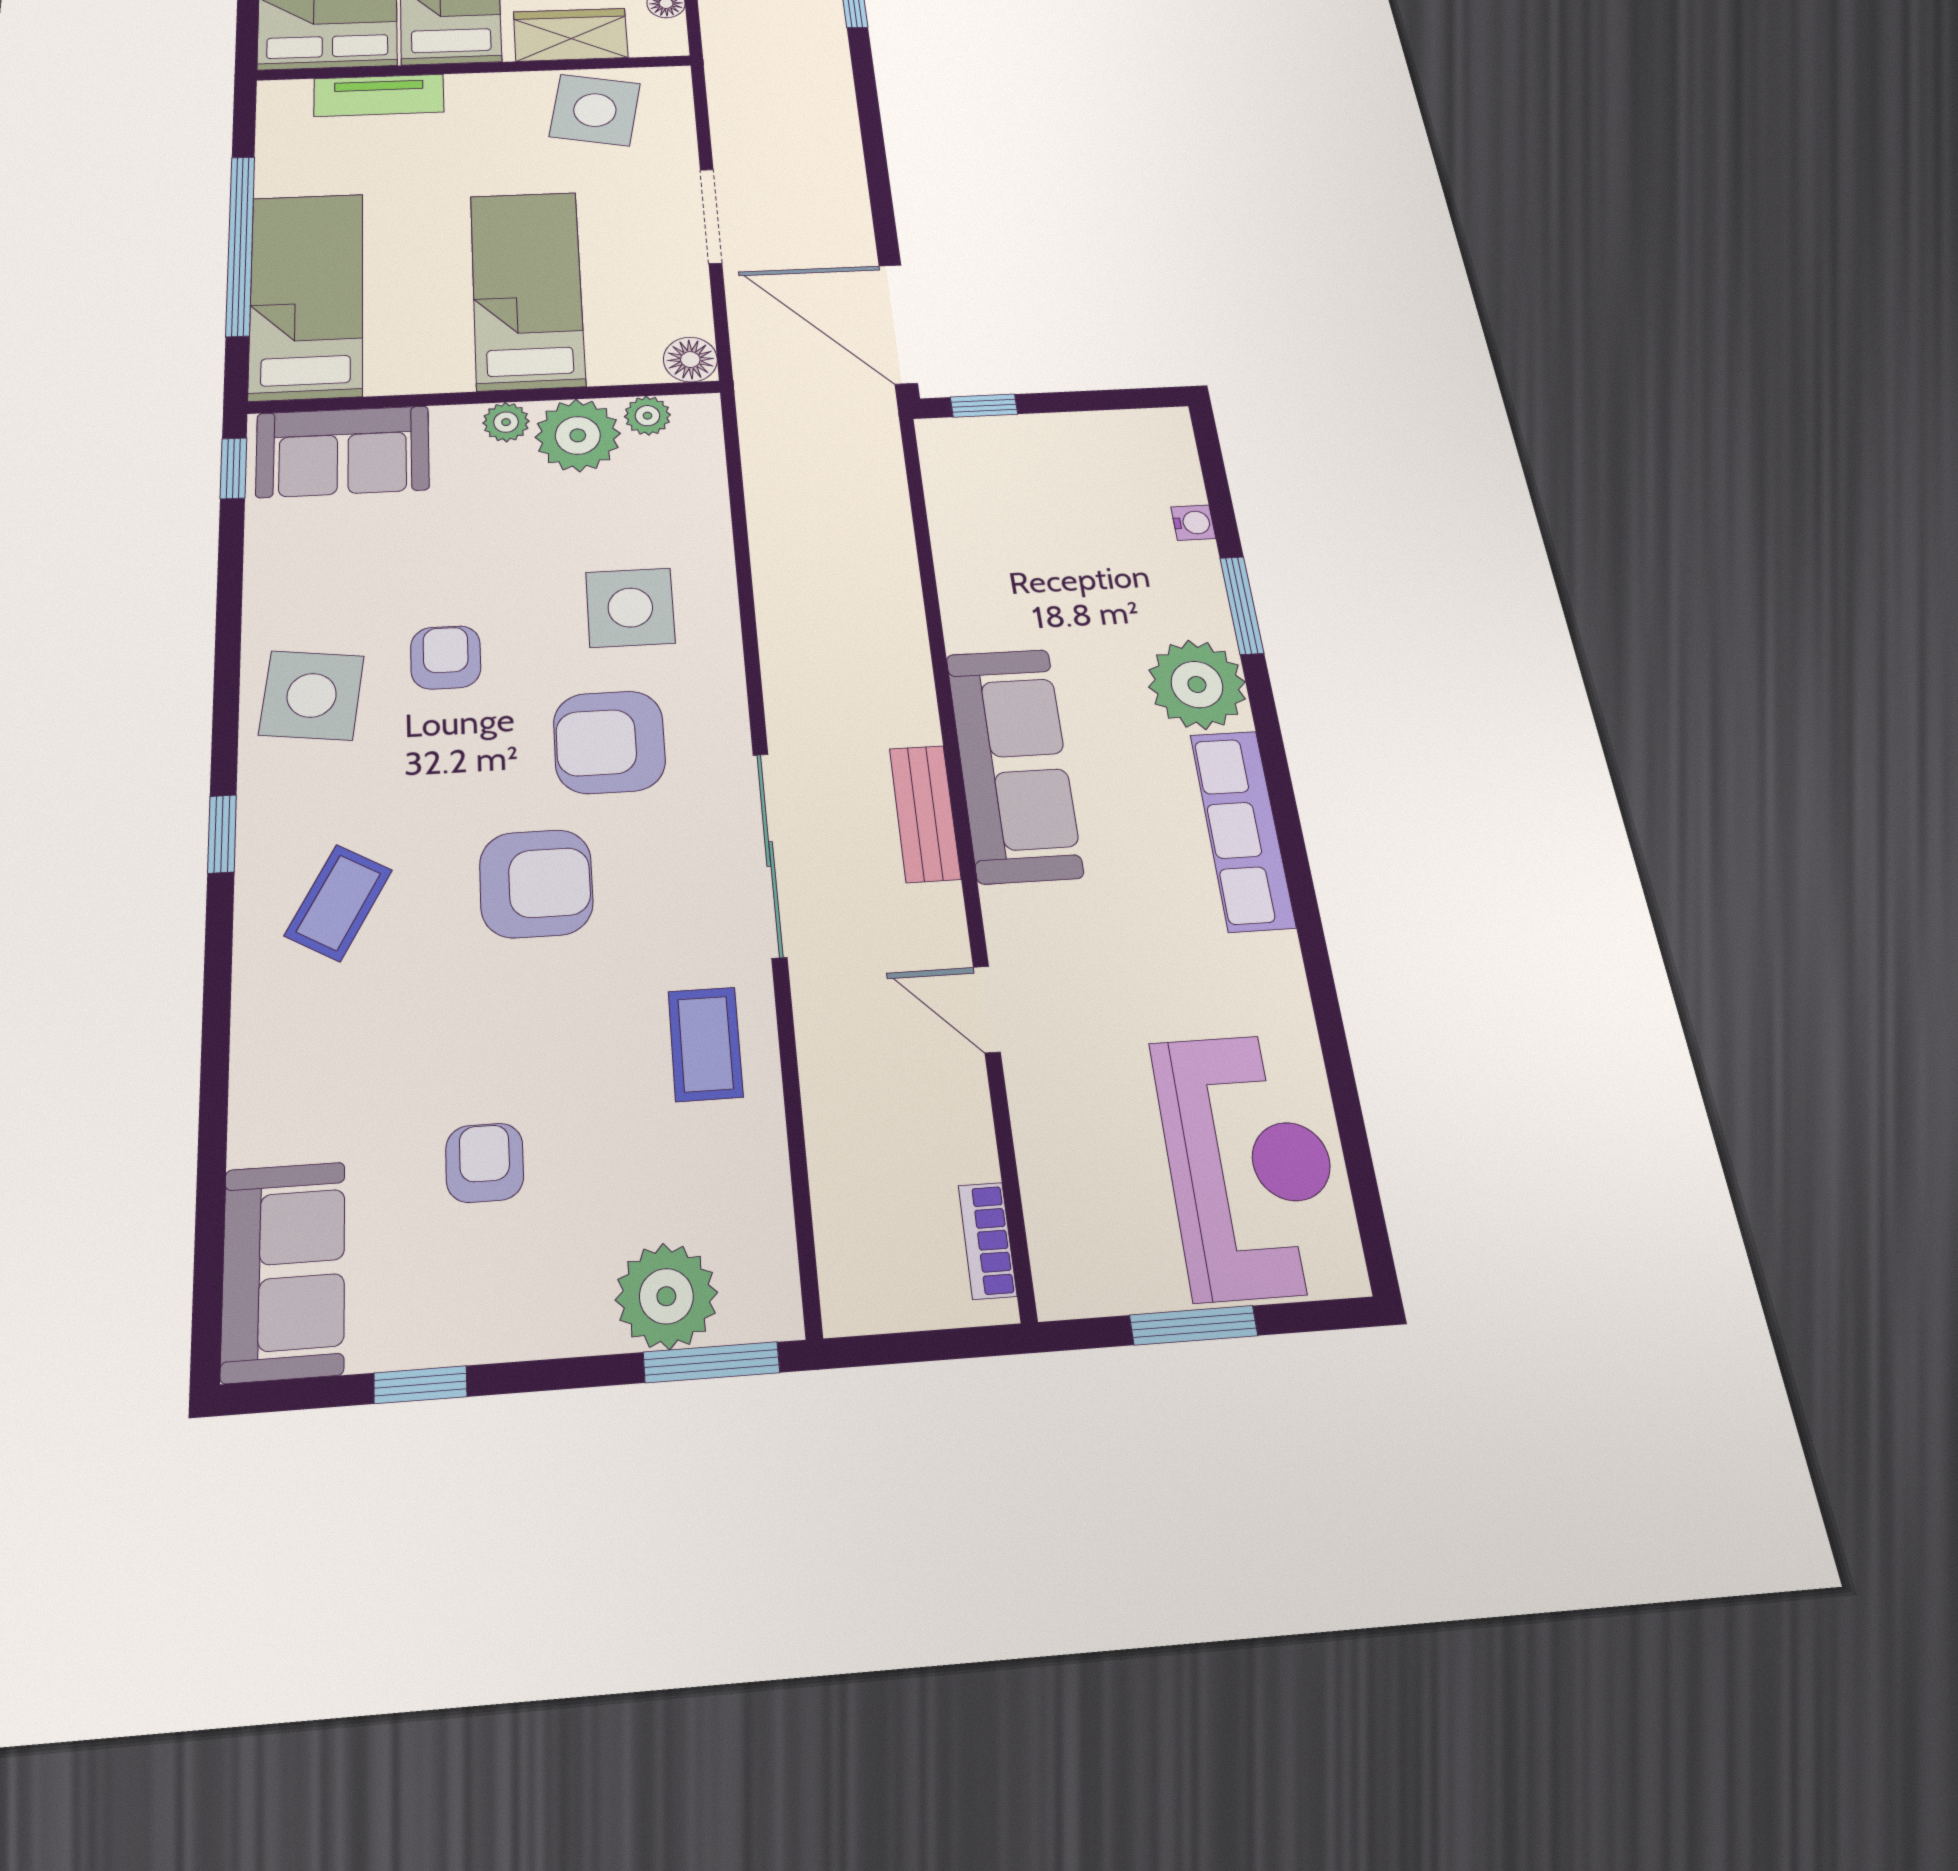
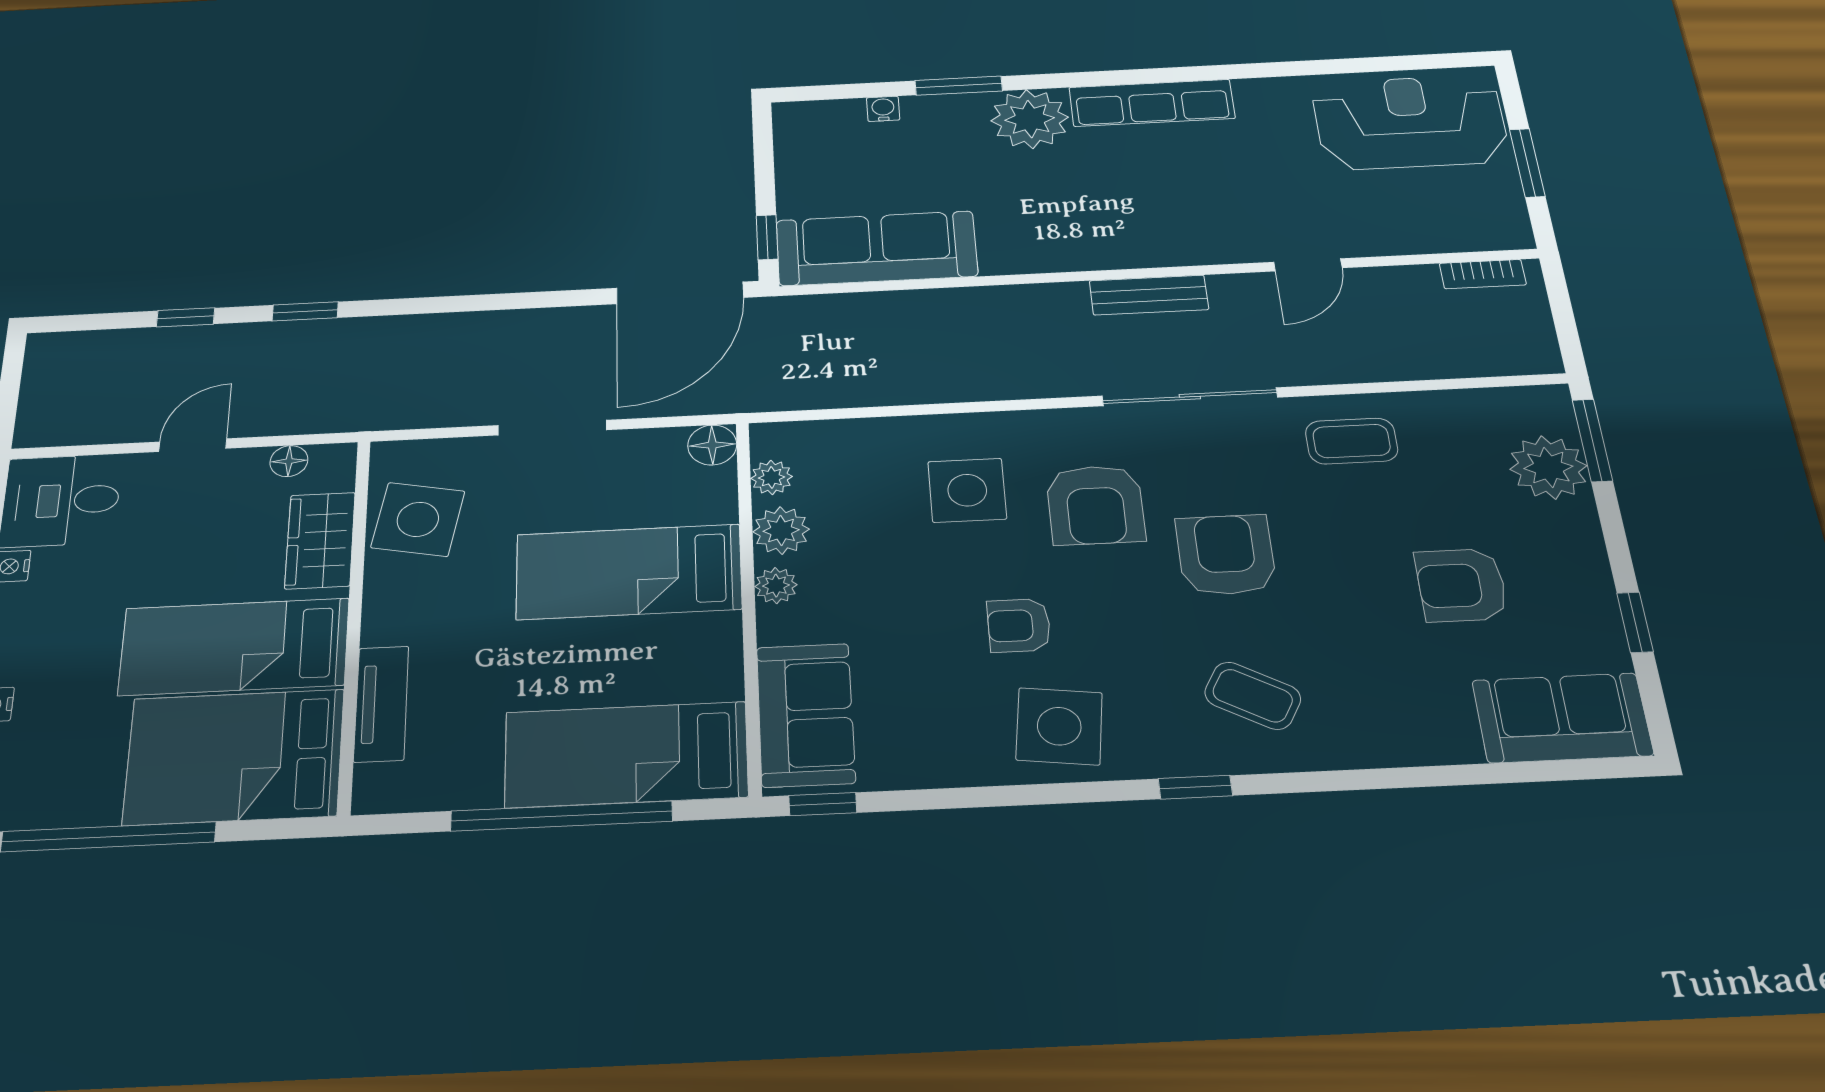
plant: (578, 435) -> (781, 531), width x0.73, depth x0.73
sofa: (1014, 764) -> (876, 248), moved
armchair: (485, 1163) -> (1461, 585), width x1.38, depth x1.38

